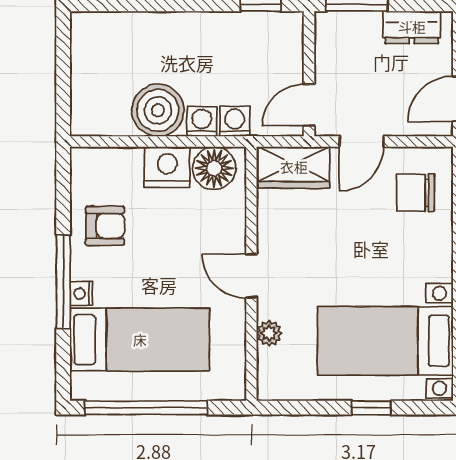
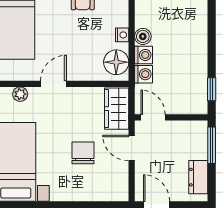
boiler: (158, 110) -> (143, 36), width x0.54, depth x0.54
nightstand: (167, 167) -> (122, 35), width x0.53, depth x0.56
chair: (415, 193) -> (83, 153), moved

